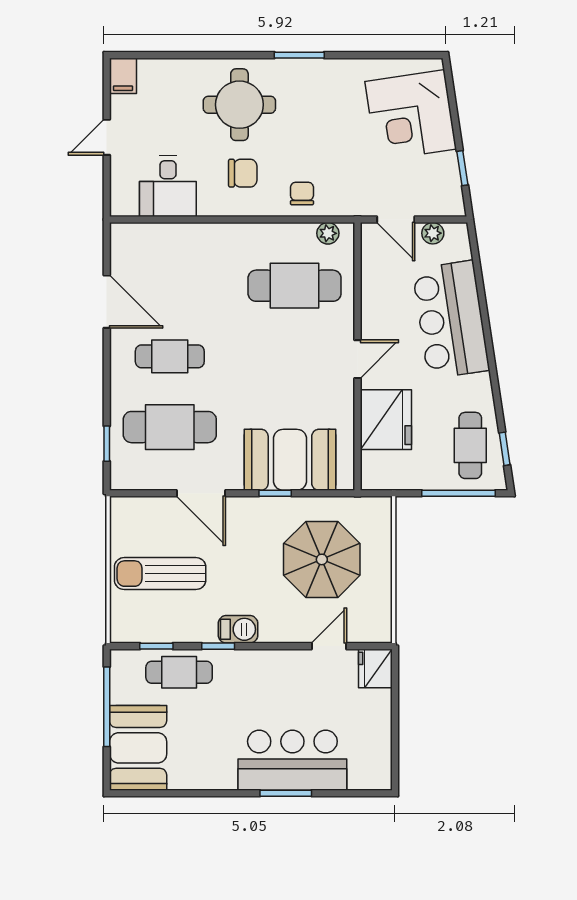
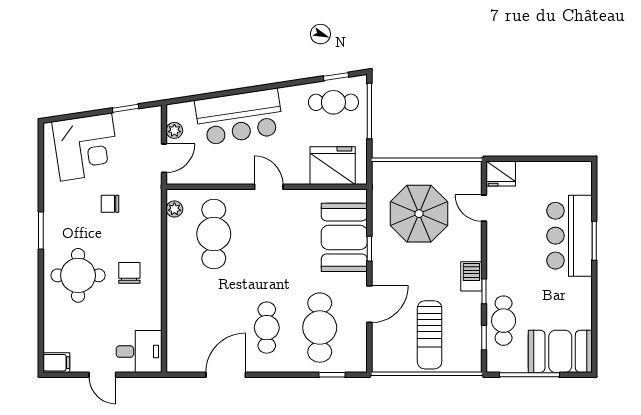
desk: (168, 186) -> (139, 352), moved
chair: (302, 193) -> (110, 204), moved
fridge: (386, 420) -> (333, 166), moved

